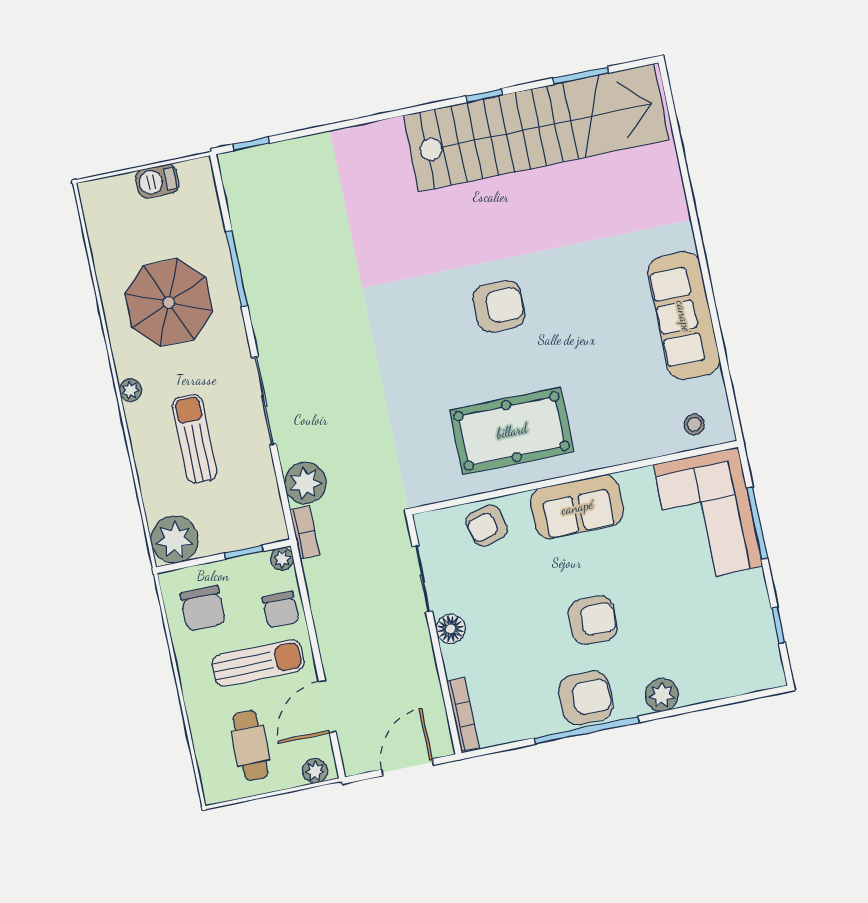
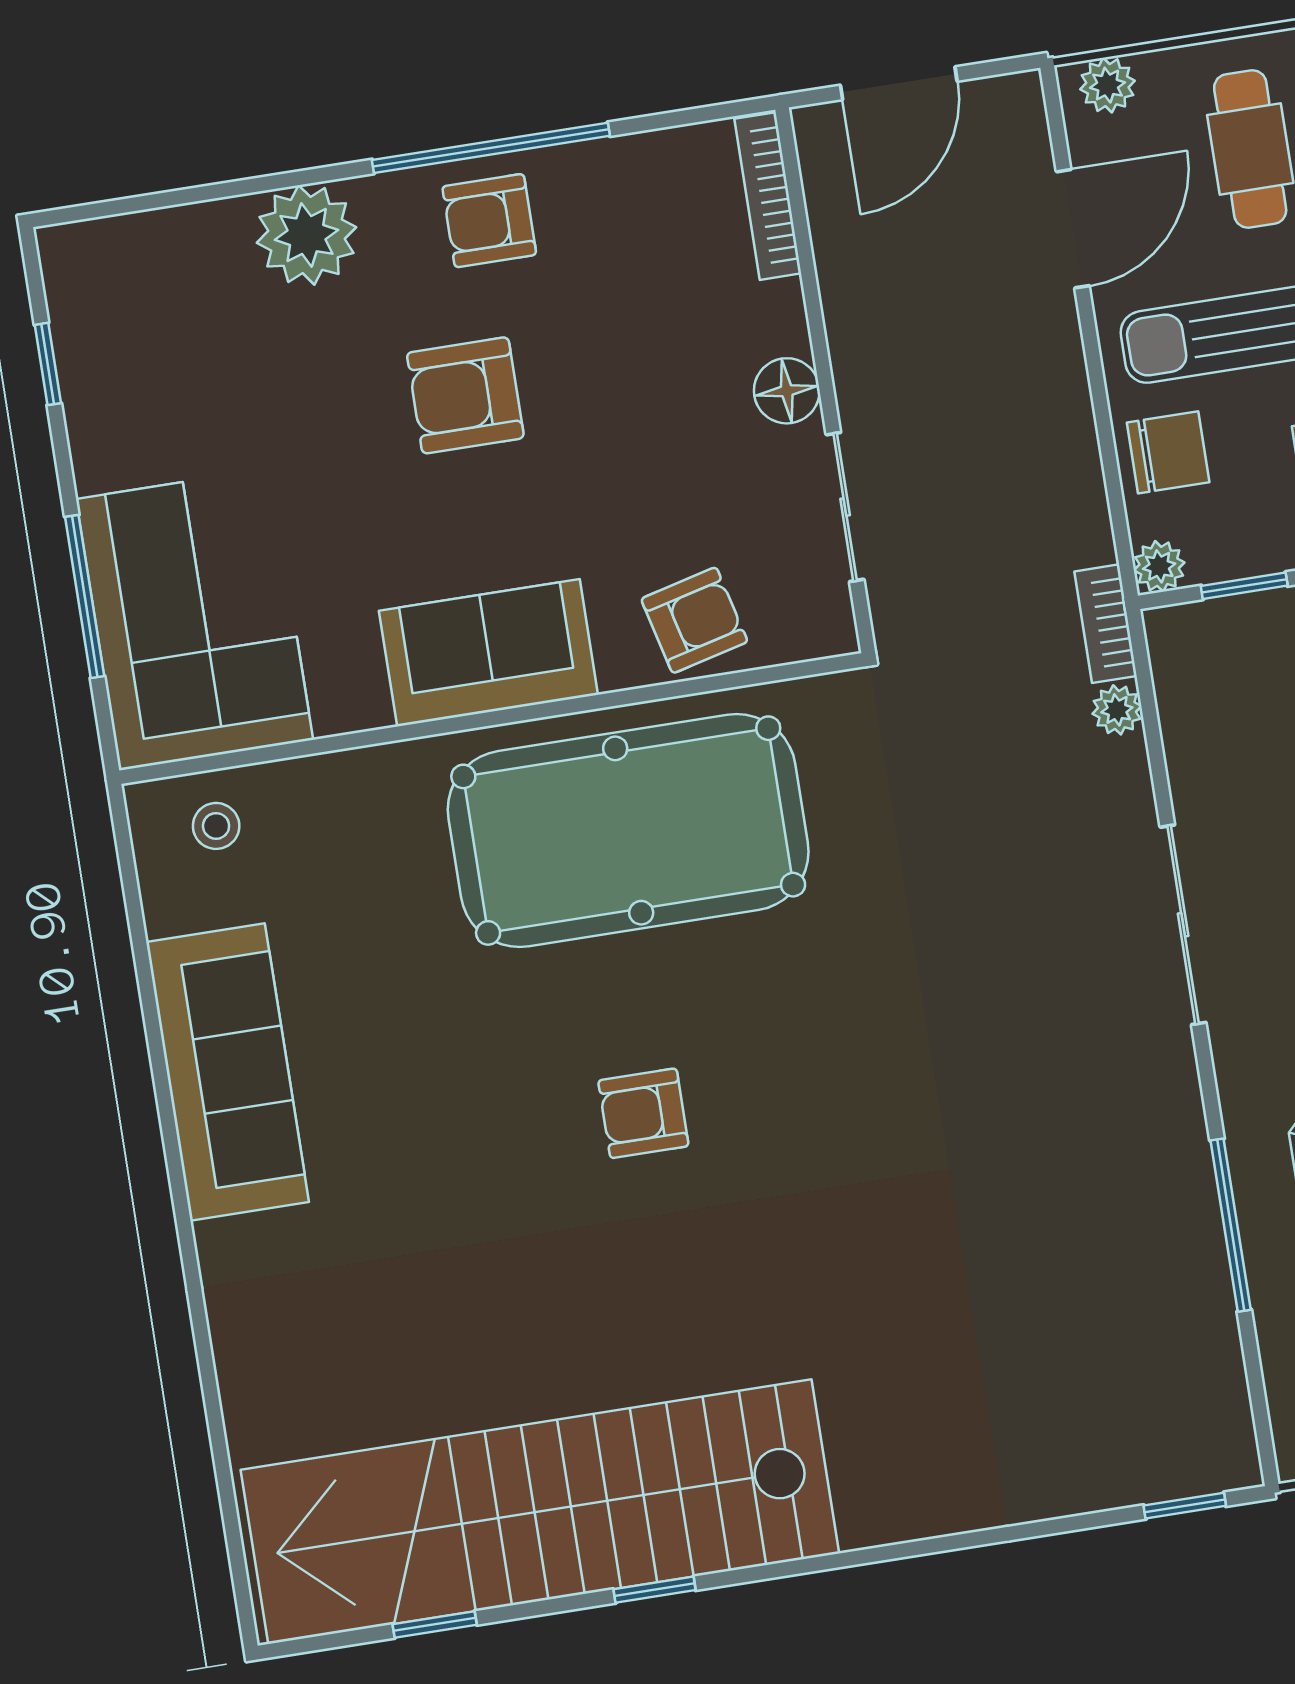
window: (581, 75) -> (435, 1624), width x0.67
armchair: (499, 306) -> (643, 1113), width x0.72, depth x0.72
pool table: (512, 431) -> (628, 831), width x1.36, depth x1.32
plant: (305, 483) -> (1117, 710), width x0.53, depth x0.53
chair: (281, 610) -> (1168, 452), turned 90
plant: (662, 695) -> (307, 235), width x1.36, depth x1.36
armchair: (586, 698) -> (489, 221), width x0.72, depth x0.72

